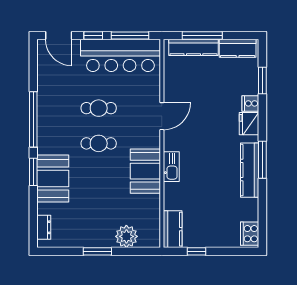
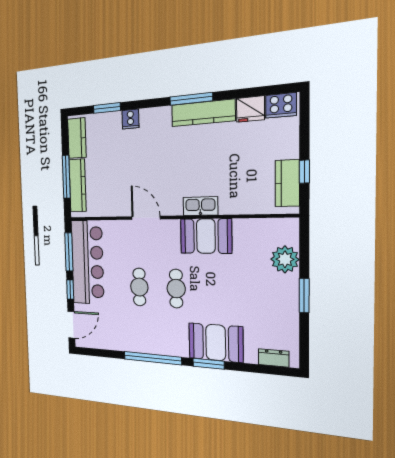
fridge: (249, 124) -> (250, 109), moved
kitchen counter: (173, 229) -> (287, 183), moved, turned -90

